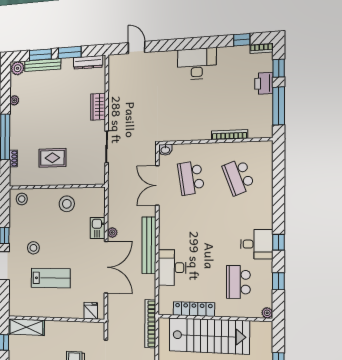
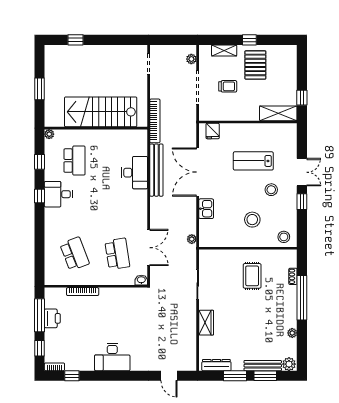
printer: (264, 83) -> (52, 318), moved
rug: (52, 158) -> (252, 276), turned 90
stool: (67, 204) -> (252, 220), moved
plant: (112, 233) -> (192, 239), moved
bench: (149, 245) -> (156, 170), moved
locker: (194, 309) -> (114, 136), removed

